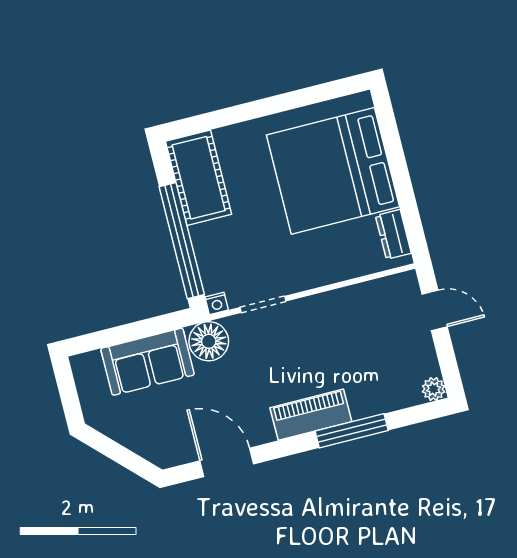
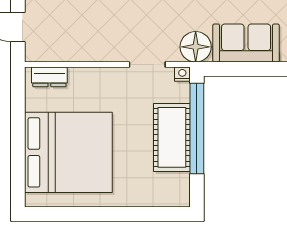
cot: (199, 178) -> (172, 137), moved
dresser: (393, 234) -> (49, 77), moved, turned 90

